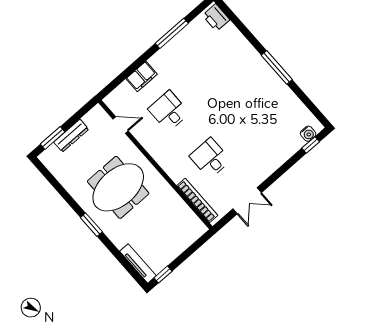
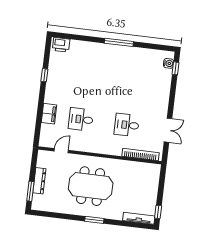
window: (172, 33) -> (44, 75), width x0.46
meeting table: (118, 187) -> (91, 186), turned 90

